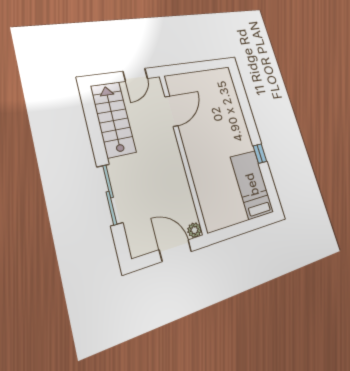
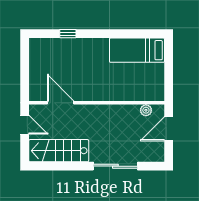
window: (260, 154) -> (68, 34), moved
plant: (194, 230) -> (146, 110), moved

